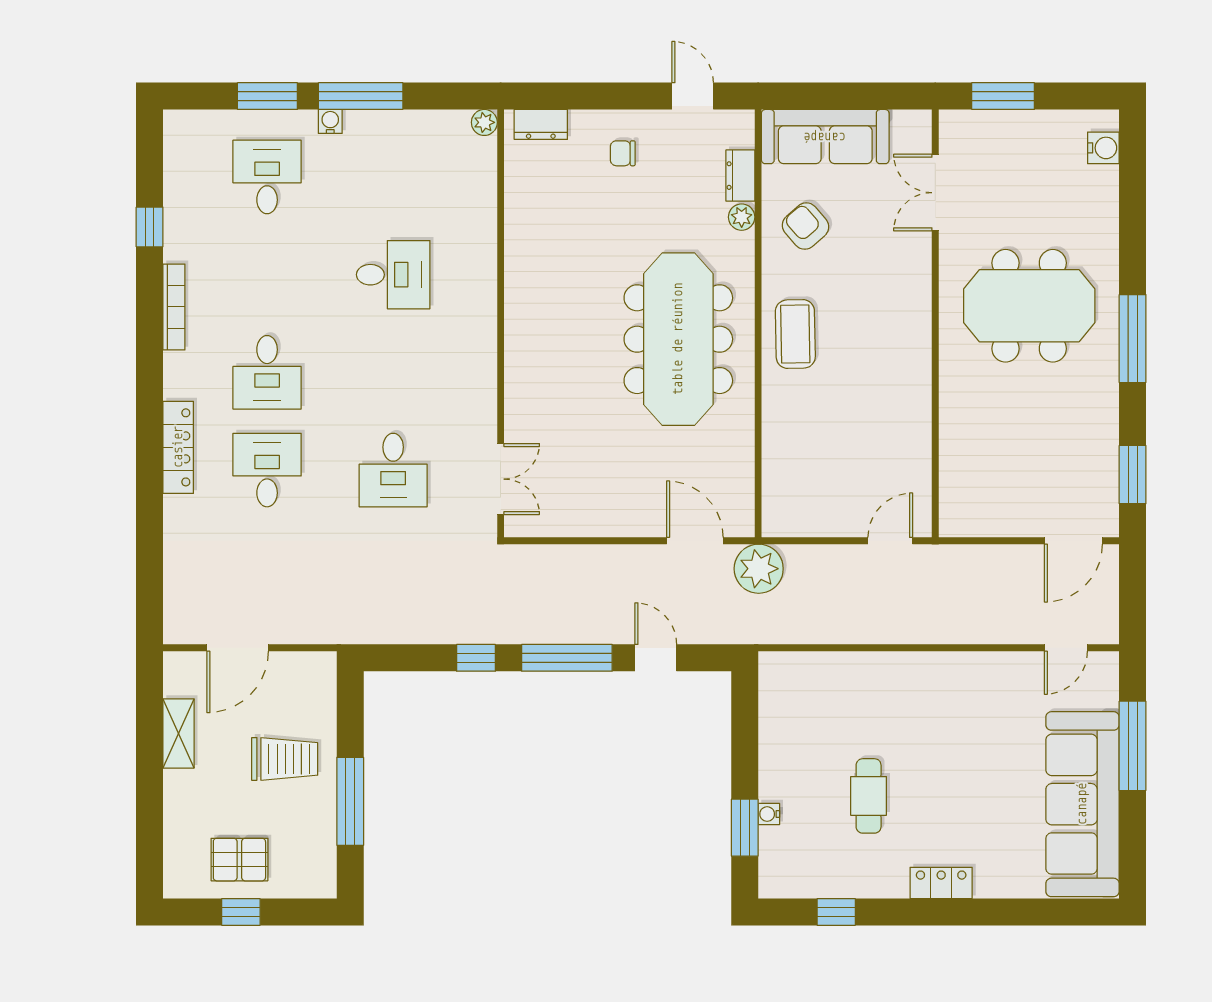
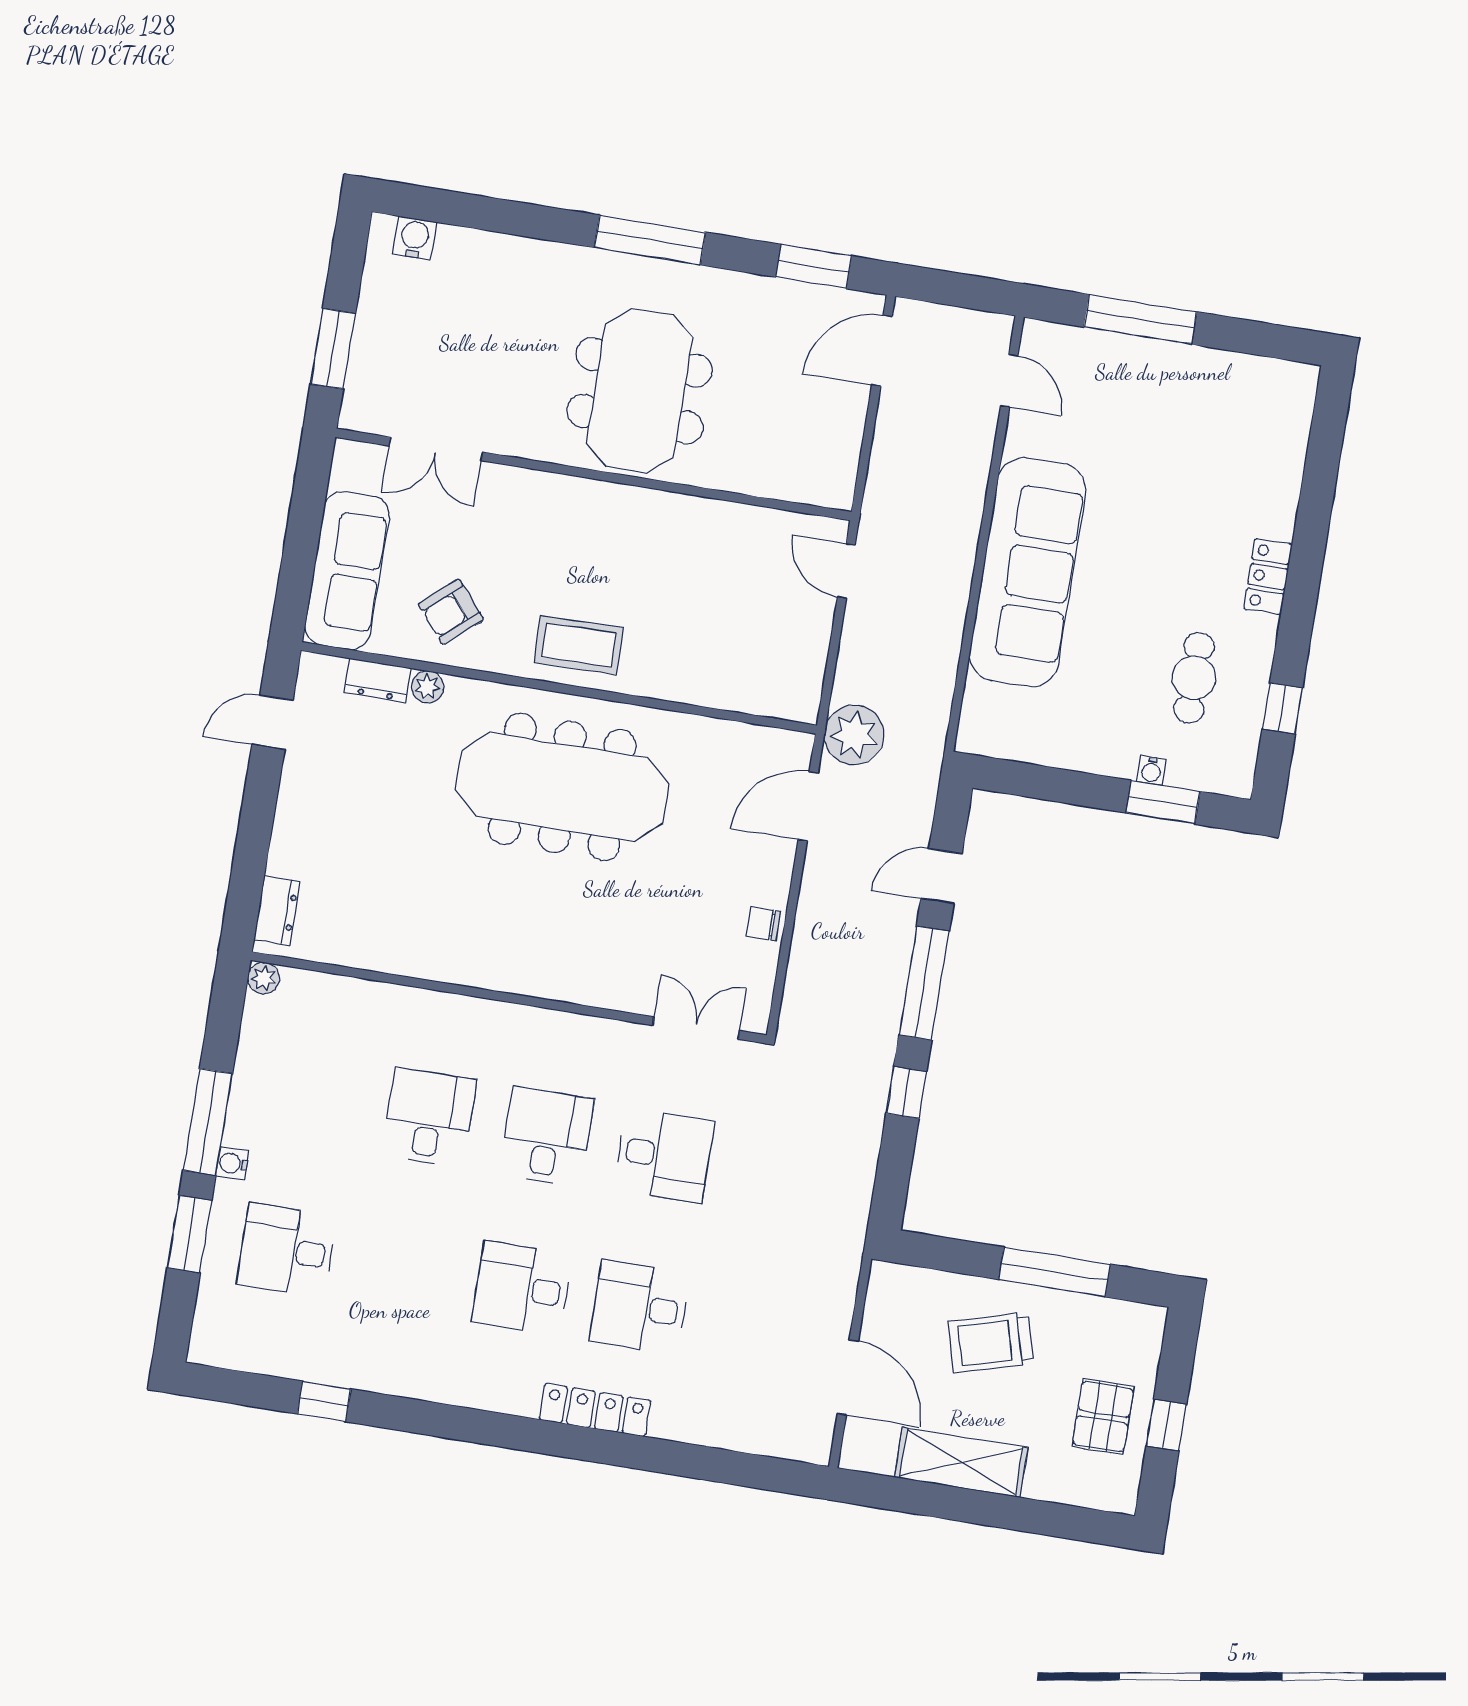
chair: (623, 153) -> (763, 924), moved, turned 90
meeting table: (1029, 306) -> (640, 391), moved
bookcase: (174, 307) -> (425, 1388), removed
desk: (267, 372) -> (522, 1288), turned 180
desk: (393, 372) -> (546, 1137), added
door: (1073, 541) -> (882, 351), swing flipped
shelving: (179, 733) -> (961, 1462), width x1.50, depth x1.33
trolley: (285, 759) -> (991, 1343), turned -106
cafe table: (869, 796) -> (1194, 678), moved, turned 90
sofa: (1082, 804) -> (1028, 572), moved, turned -90

